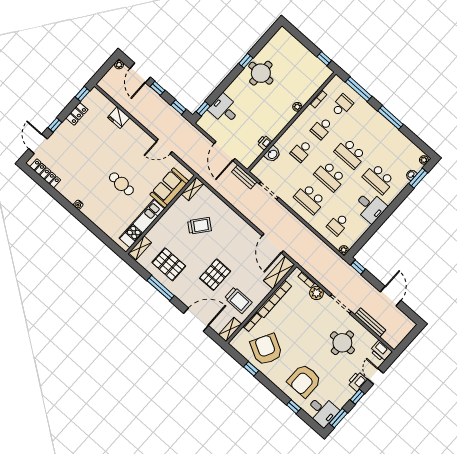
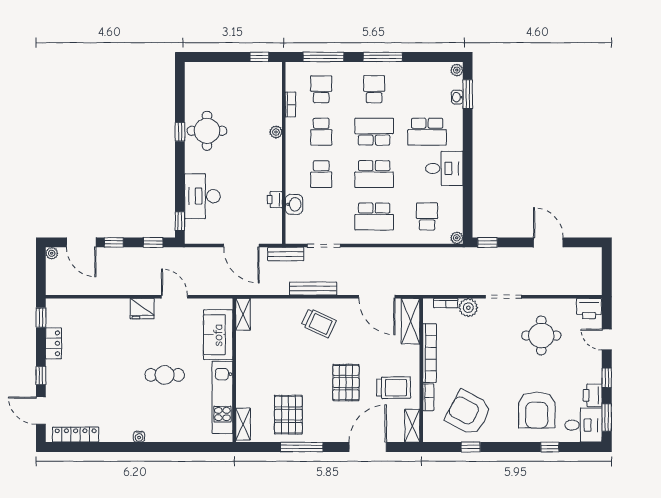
desk: (224, 109) -> (202, 196), width x1.37
fridge: (119, 117) -> (142, 309), moved
school desk: (370, 131) -> (374, 89), added
door: (164, 147) -> (174, 297), swing flipped
school desk: (350, 154) -> (374, 132), turned 180
school desk: (338, 224) -> (427, 216), turned 180
trolley: (200, 226) -> (319, 323), moved, turned 76
pallet: (169, 264) -> (288, 415), turned 90
bench: (370, 322) -> (313, 289), moved
printer: (357, 381) -> (593, 395), moved

